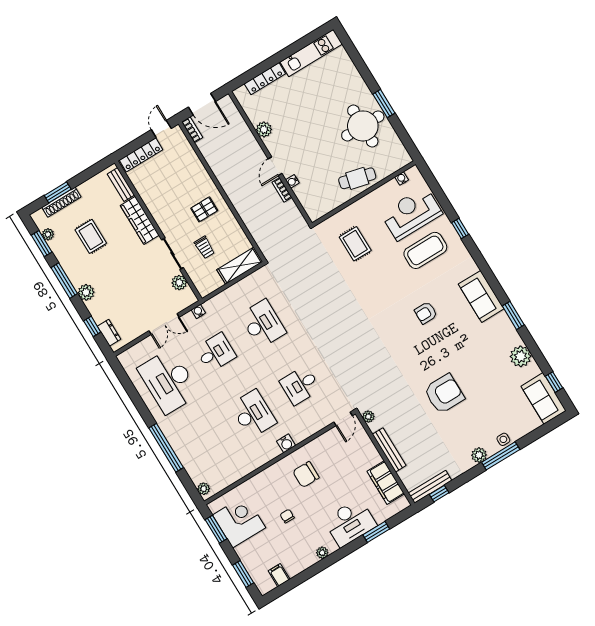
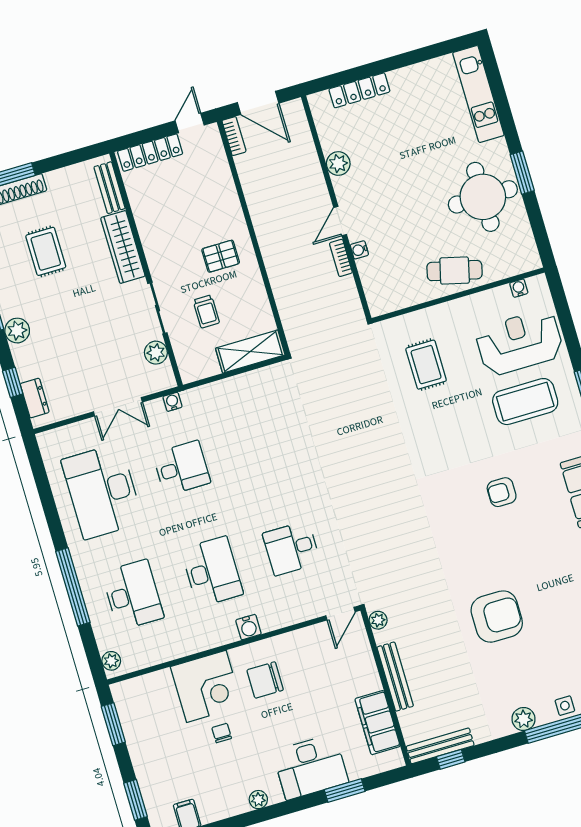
kitchen unit: (311, 53) -> (478, 94), moved, turned 90
desk: (263, 324) -> (133, 595), moved
corner desk: (239, 521) -> (206, 686), moved, turned 90

